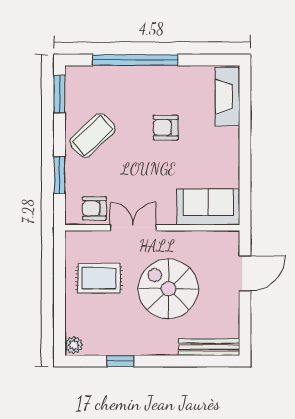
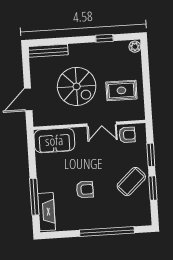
window: (60, 94) -> (153, 188), moved
window: (245, 121) -> (34, 197), added

